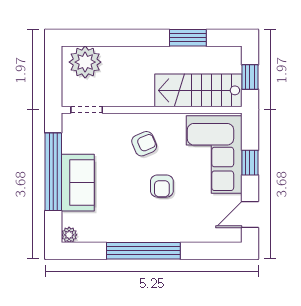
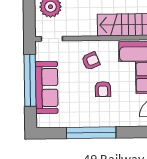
sofa: (78, 183) -> (47, 87), width x1.36
plant: (69, 235) -> (41, 123), removed

